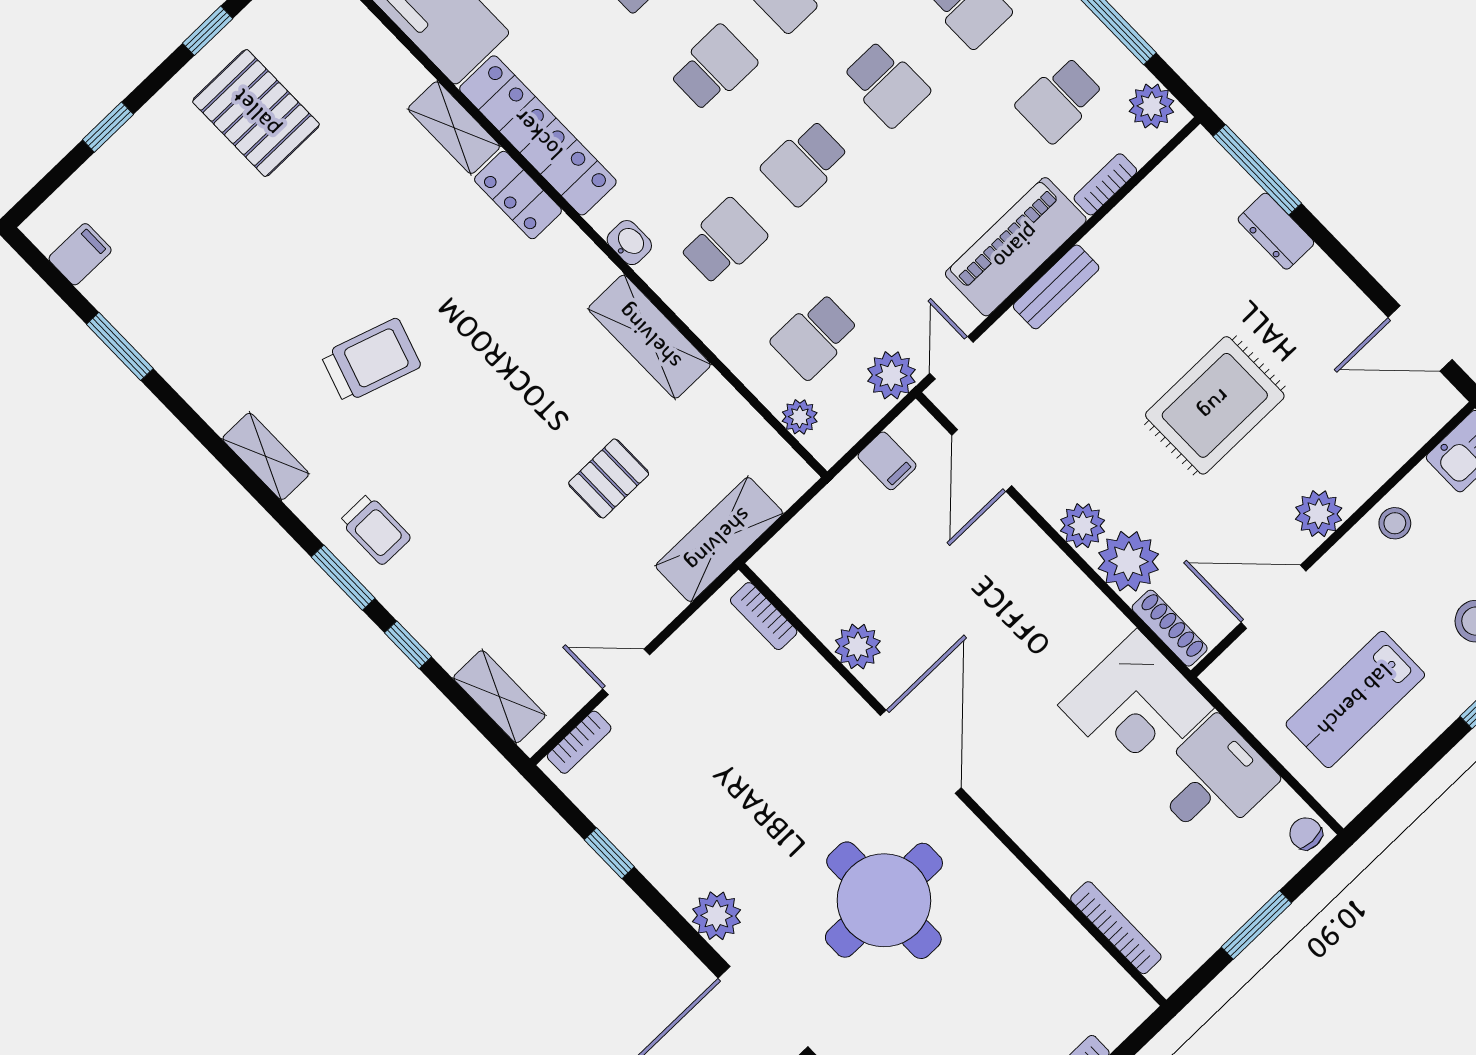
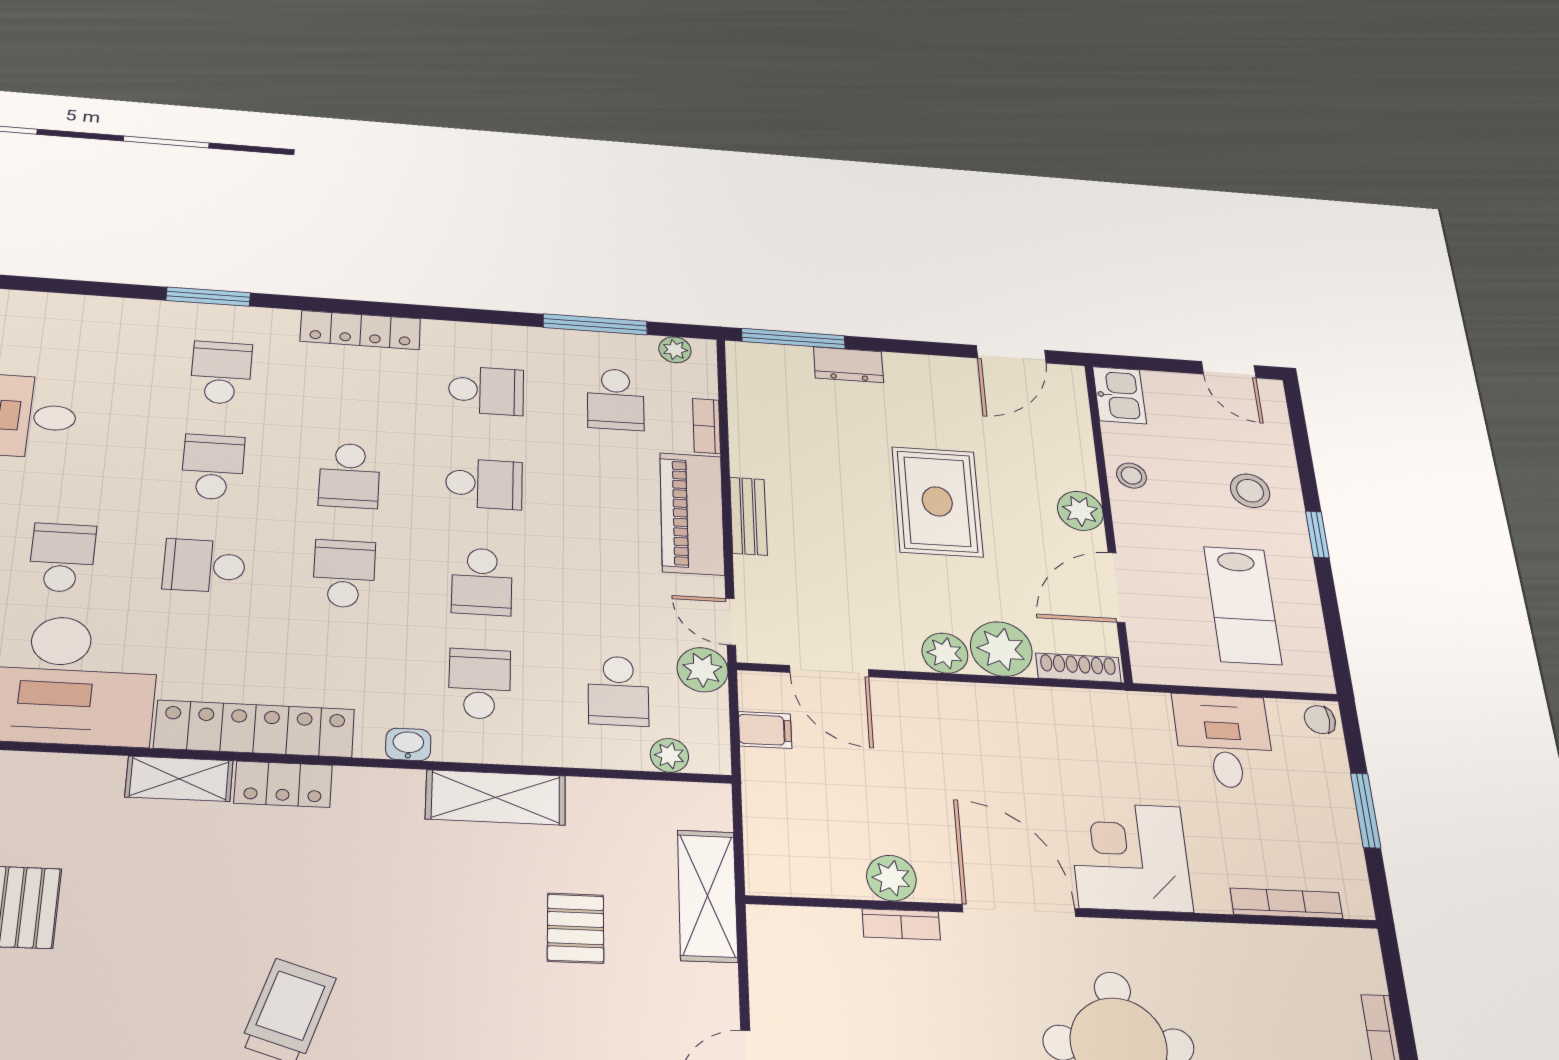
plant: (1152, 106) -> (675, 350), width x0.73, depth x0.73
bookcase: (764, 616) -> (901, 924), moved
corner desk: (1136, 706) -> (1130, 857), moved, turned 180

